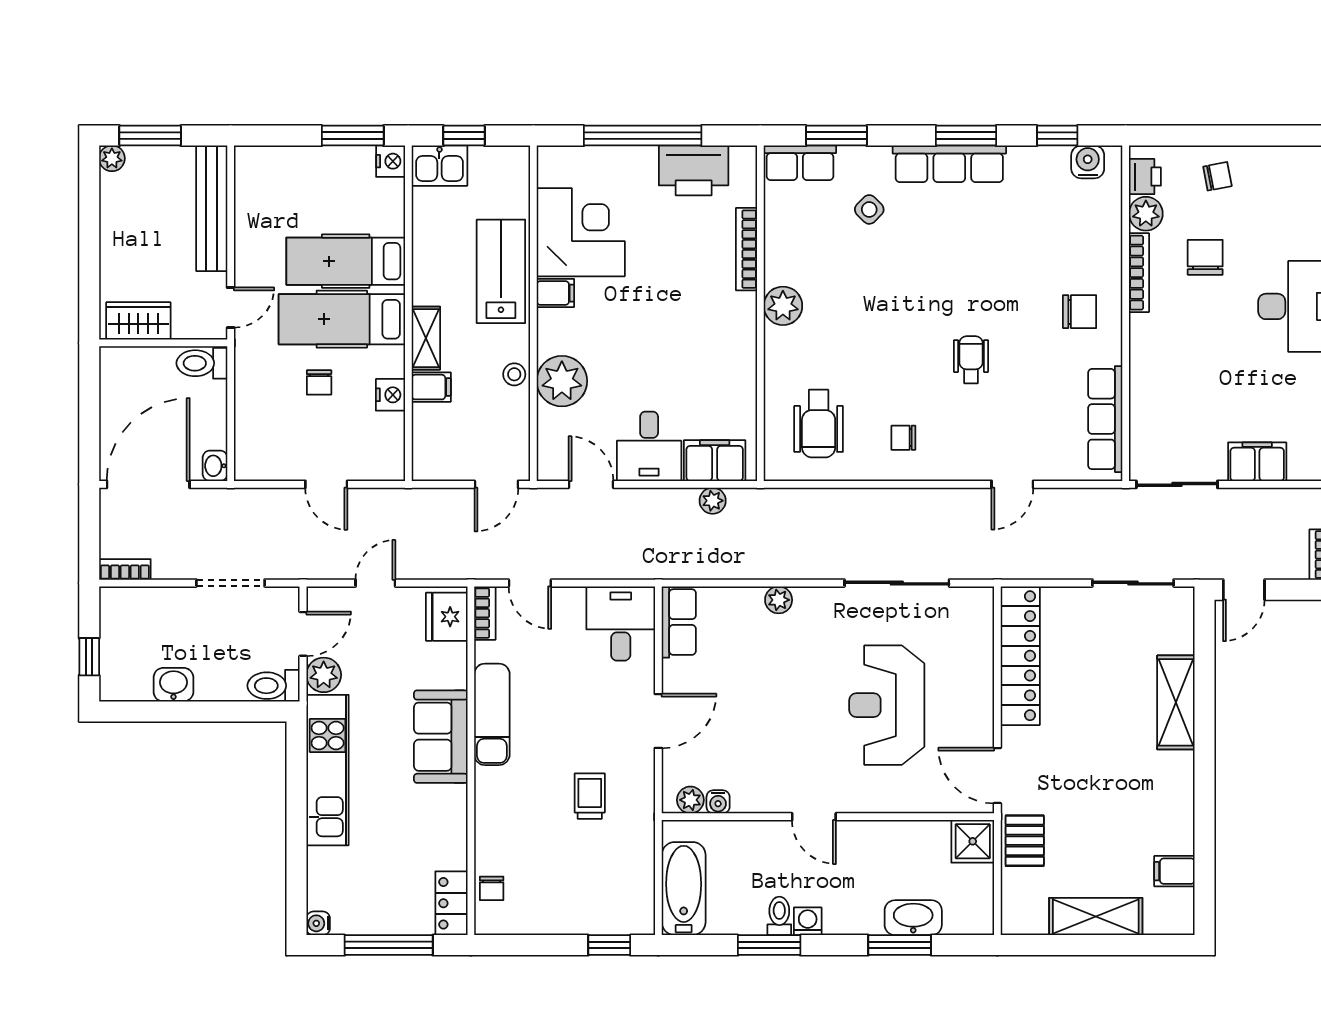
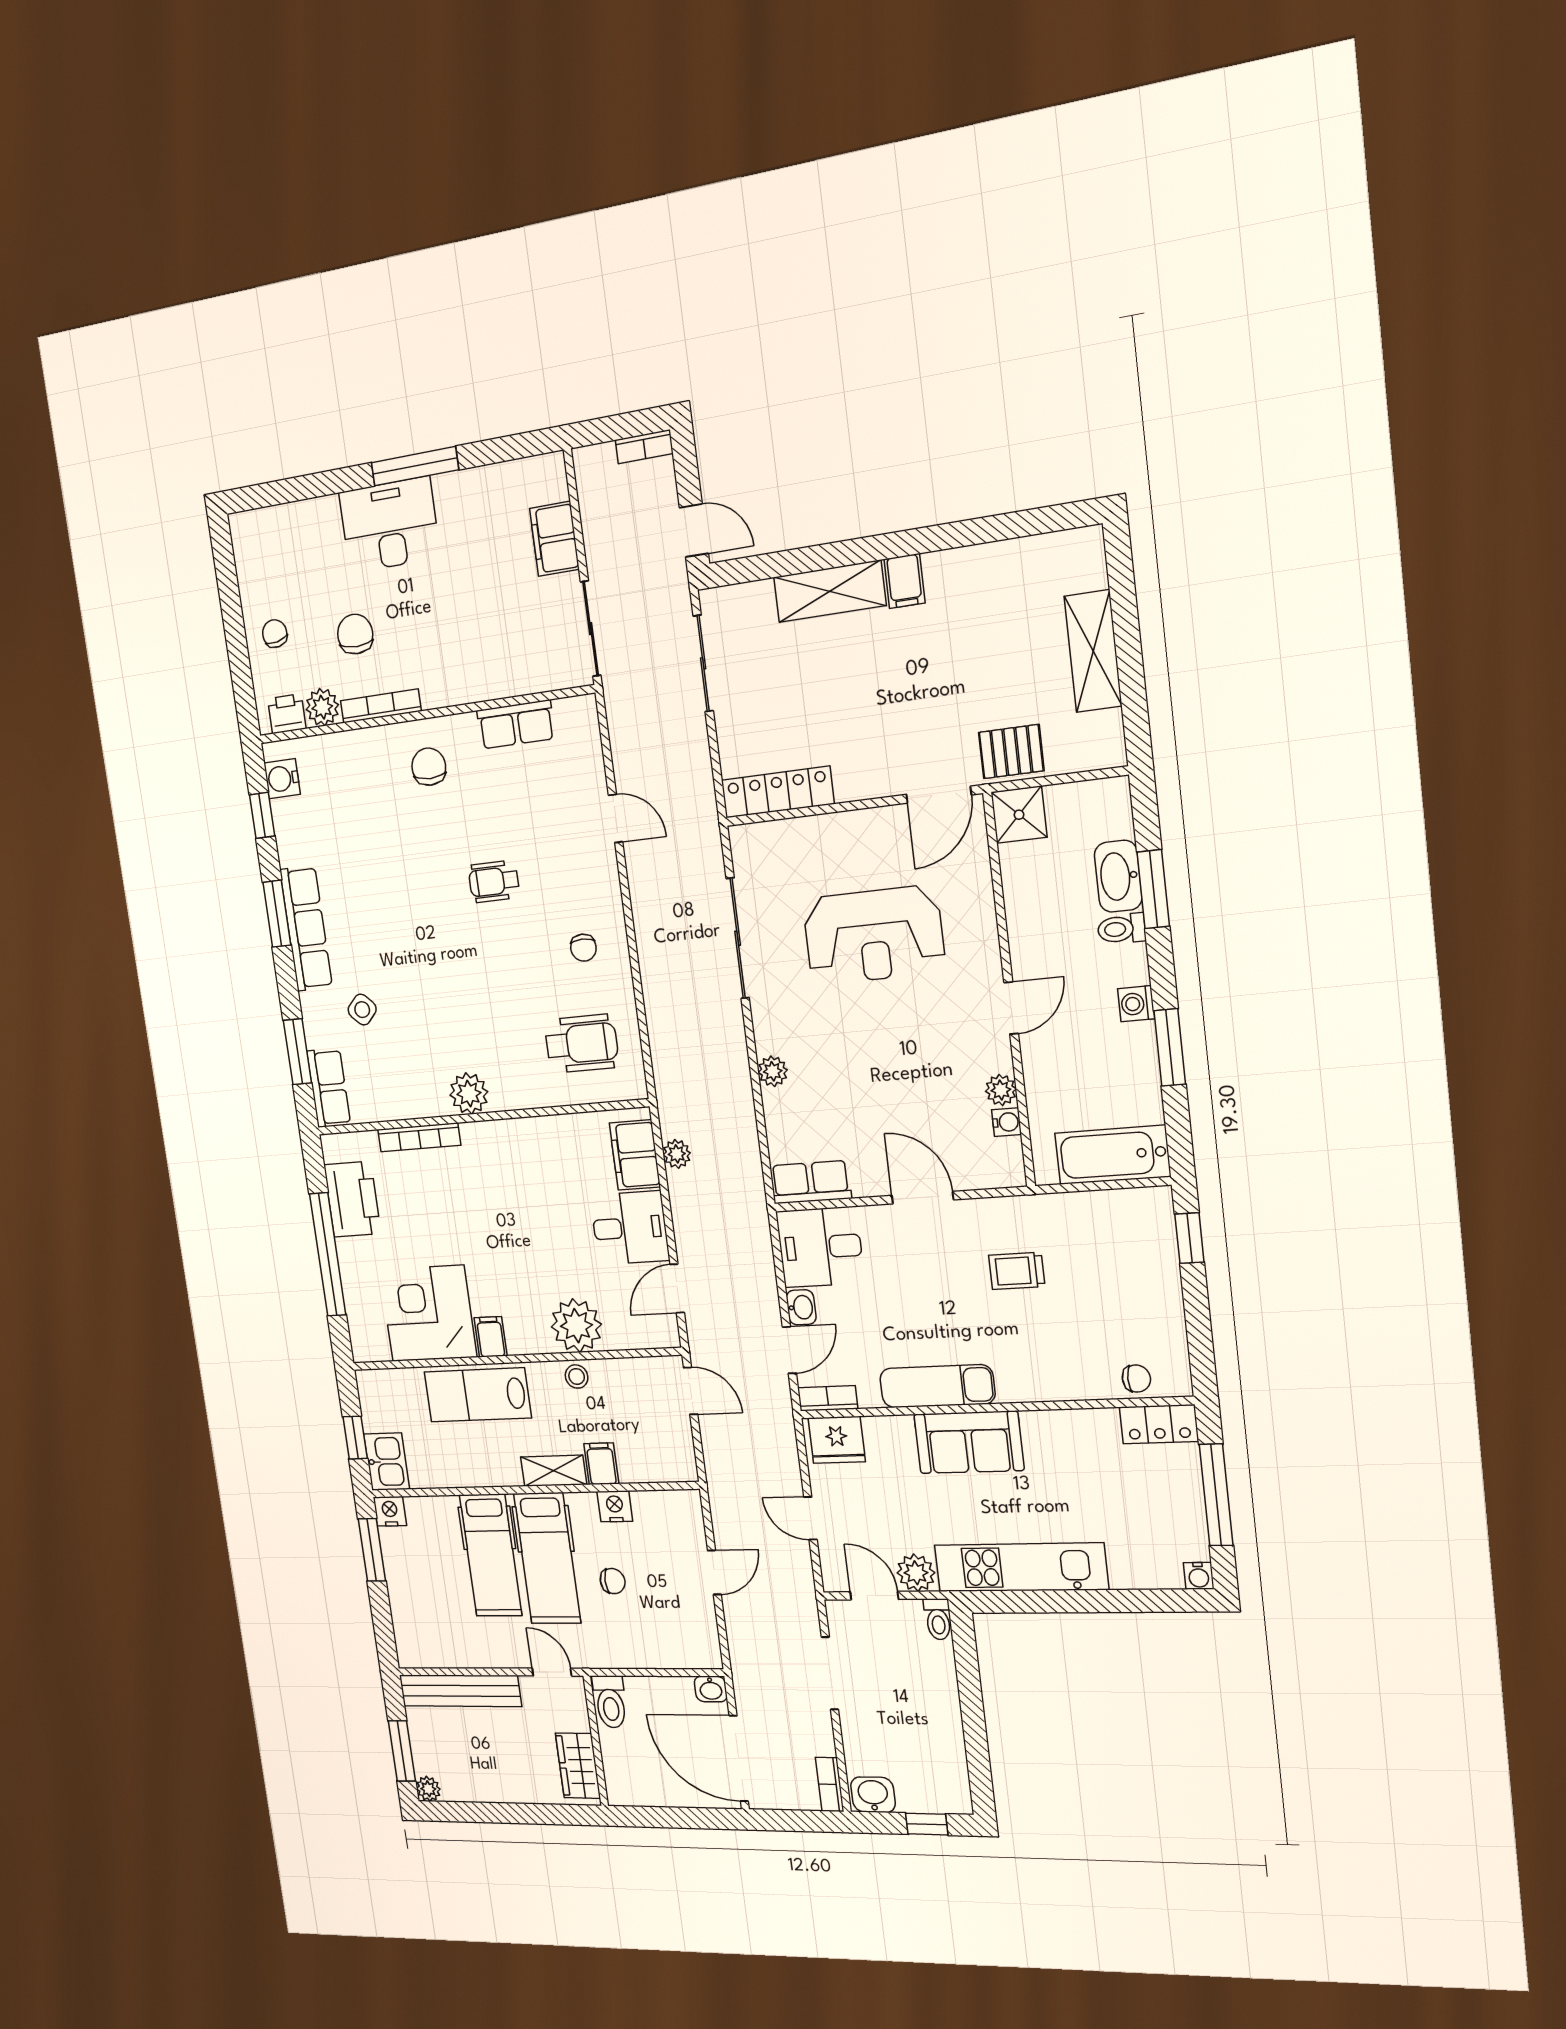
chair: (1205, 257) -> (355, 634), turned 90
row of seats: (1105, 419) -> (516, 724), width x0.68
washbasin: (568, 599) -> (801, 1307), added
locker: (1020, 656) -> (778, 792), width x0.71, depth x0.83
washbasin: (173, 685) -> (873, 1795), moved, turned 90
toilet: (274, 686) -> (938, 1619), width x0.73, depth x0.72
plant: (690, 800) -> (1001, 1090), moved
filing cabinet: (1174, 871) -> (904, 581), moved
toilet: (779, 916) -> (1122, 929), moved

